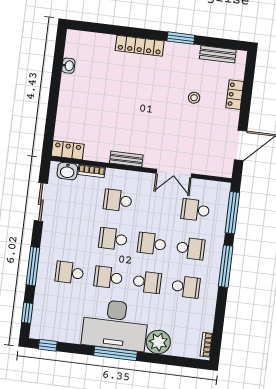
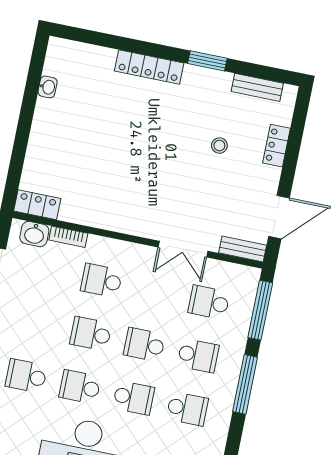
bench: (126, 159) -> (243, 249), moved

